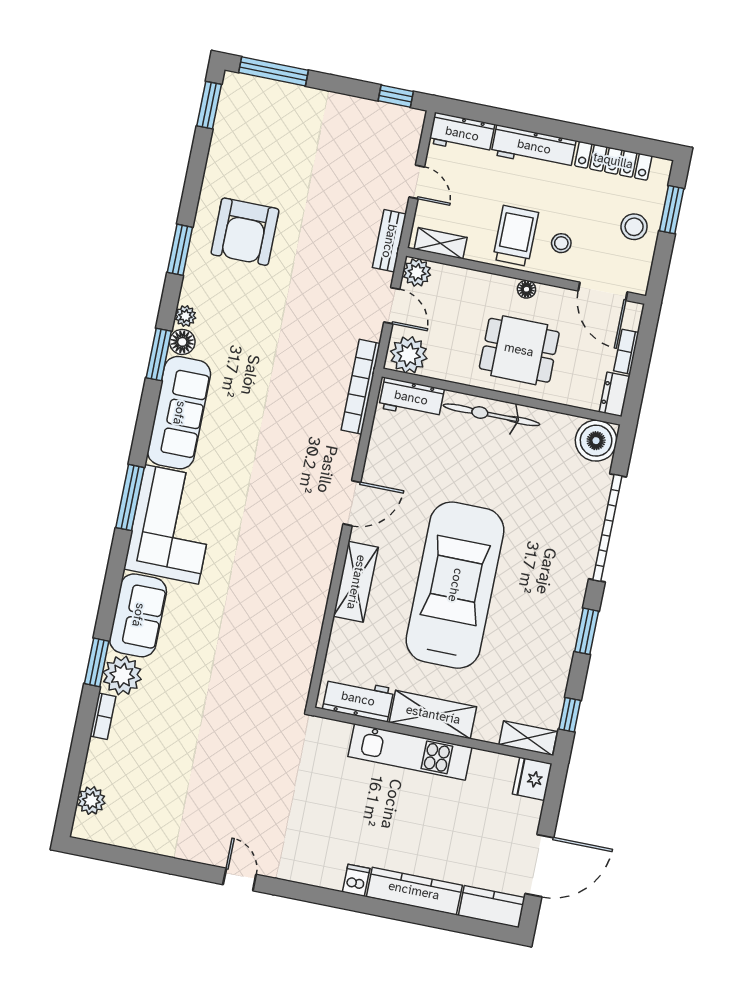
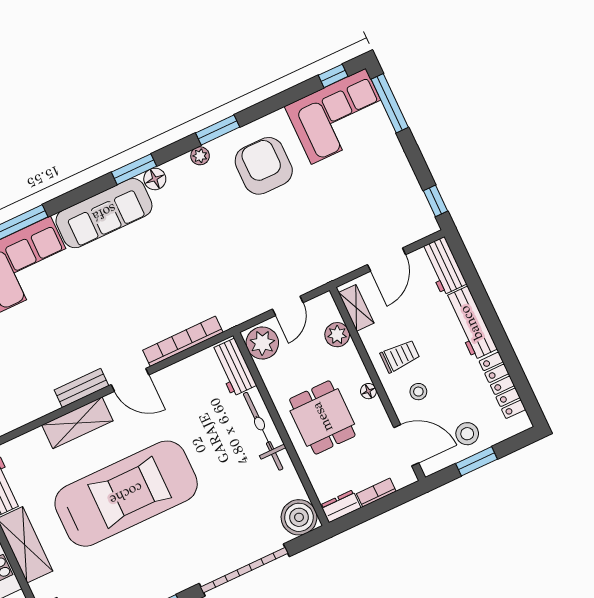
window: (209, 105) -> (333, 76), width x0.67
corner sofa: (250, 128) -> (339, 116), added
door: (417, 182) -> (387, 260), width x1.38
window: (672, 210) -> (476, 461), moved
armchair: (245, 232) -> (264, 166), turned 90
trolley: (516, 236) -> (400, 356), width x0.73, depth x0.72
bench: (389, 241) -> (81, 388), moved
plant: (417, 272) -> (337, 335), moved
door: (603, 291) -> (406, 445), swing flipped
plant: (185, 316) -> (200, 156), moved
bookcase: (361, 387) -> (183, 341), moved

